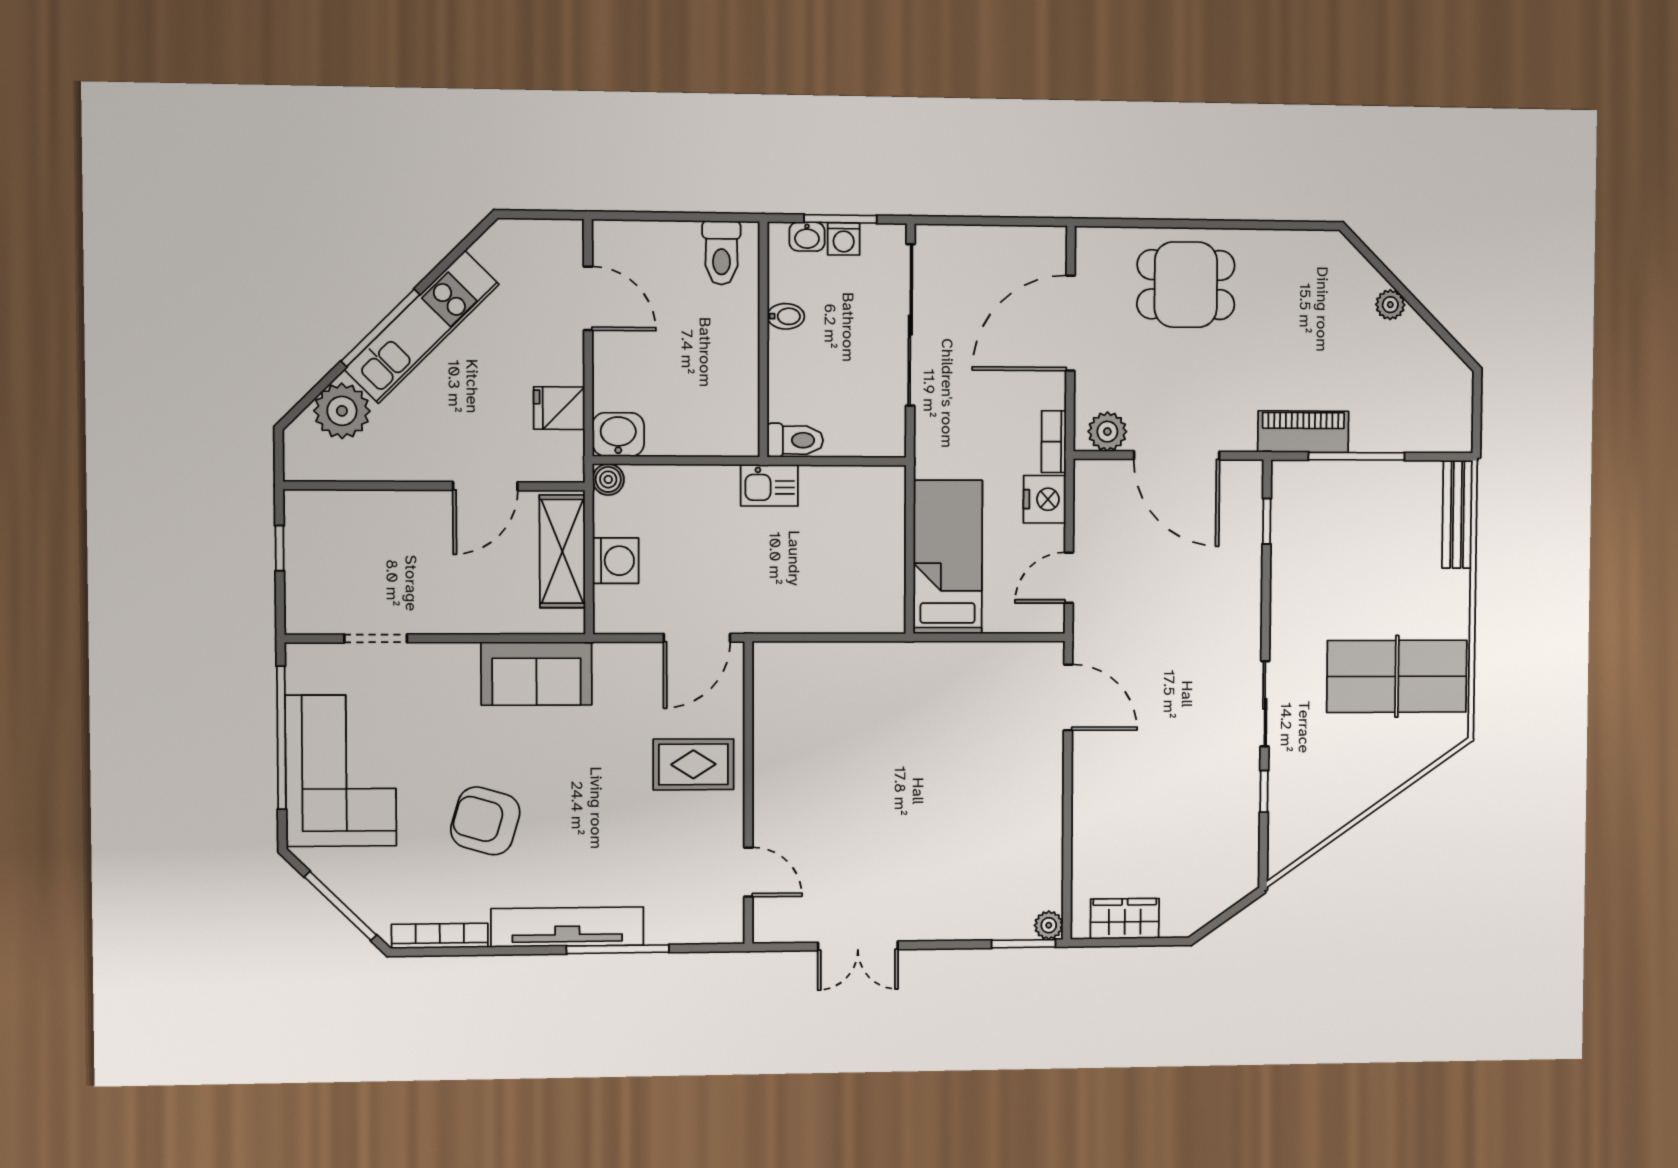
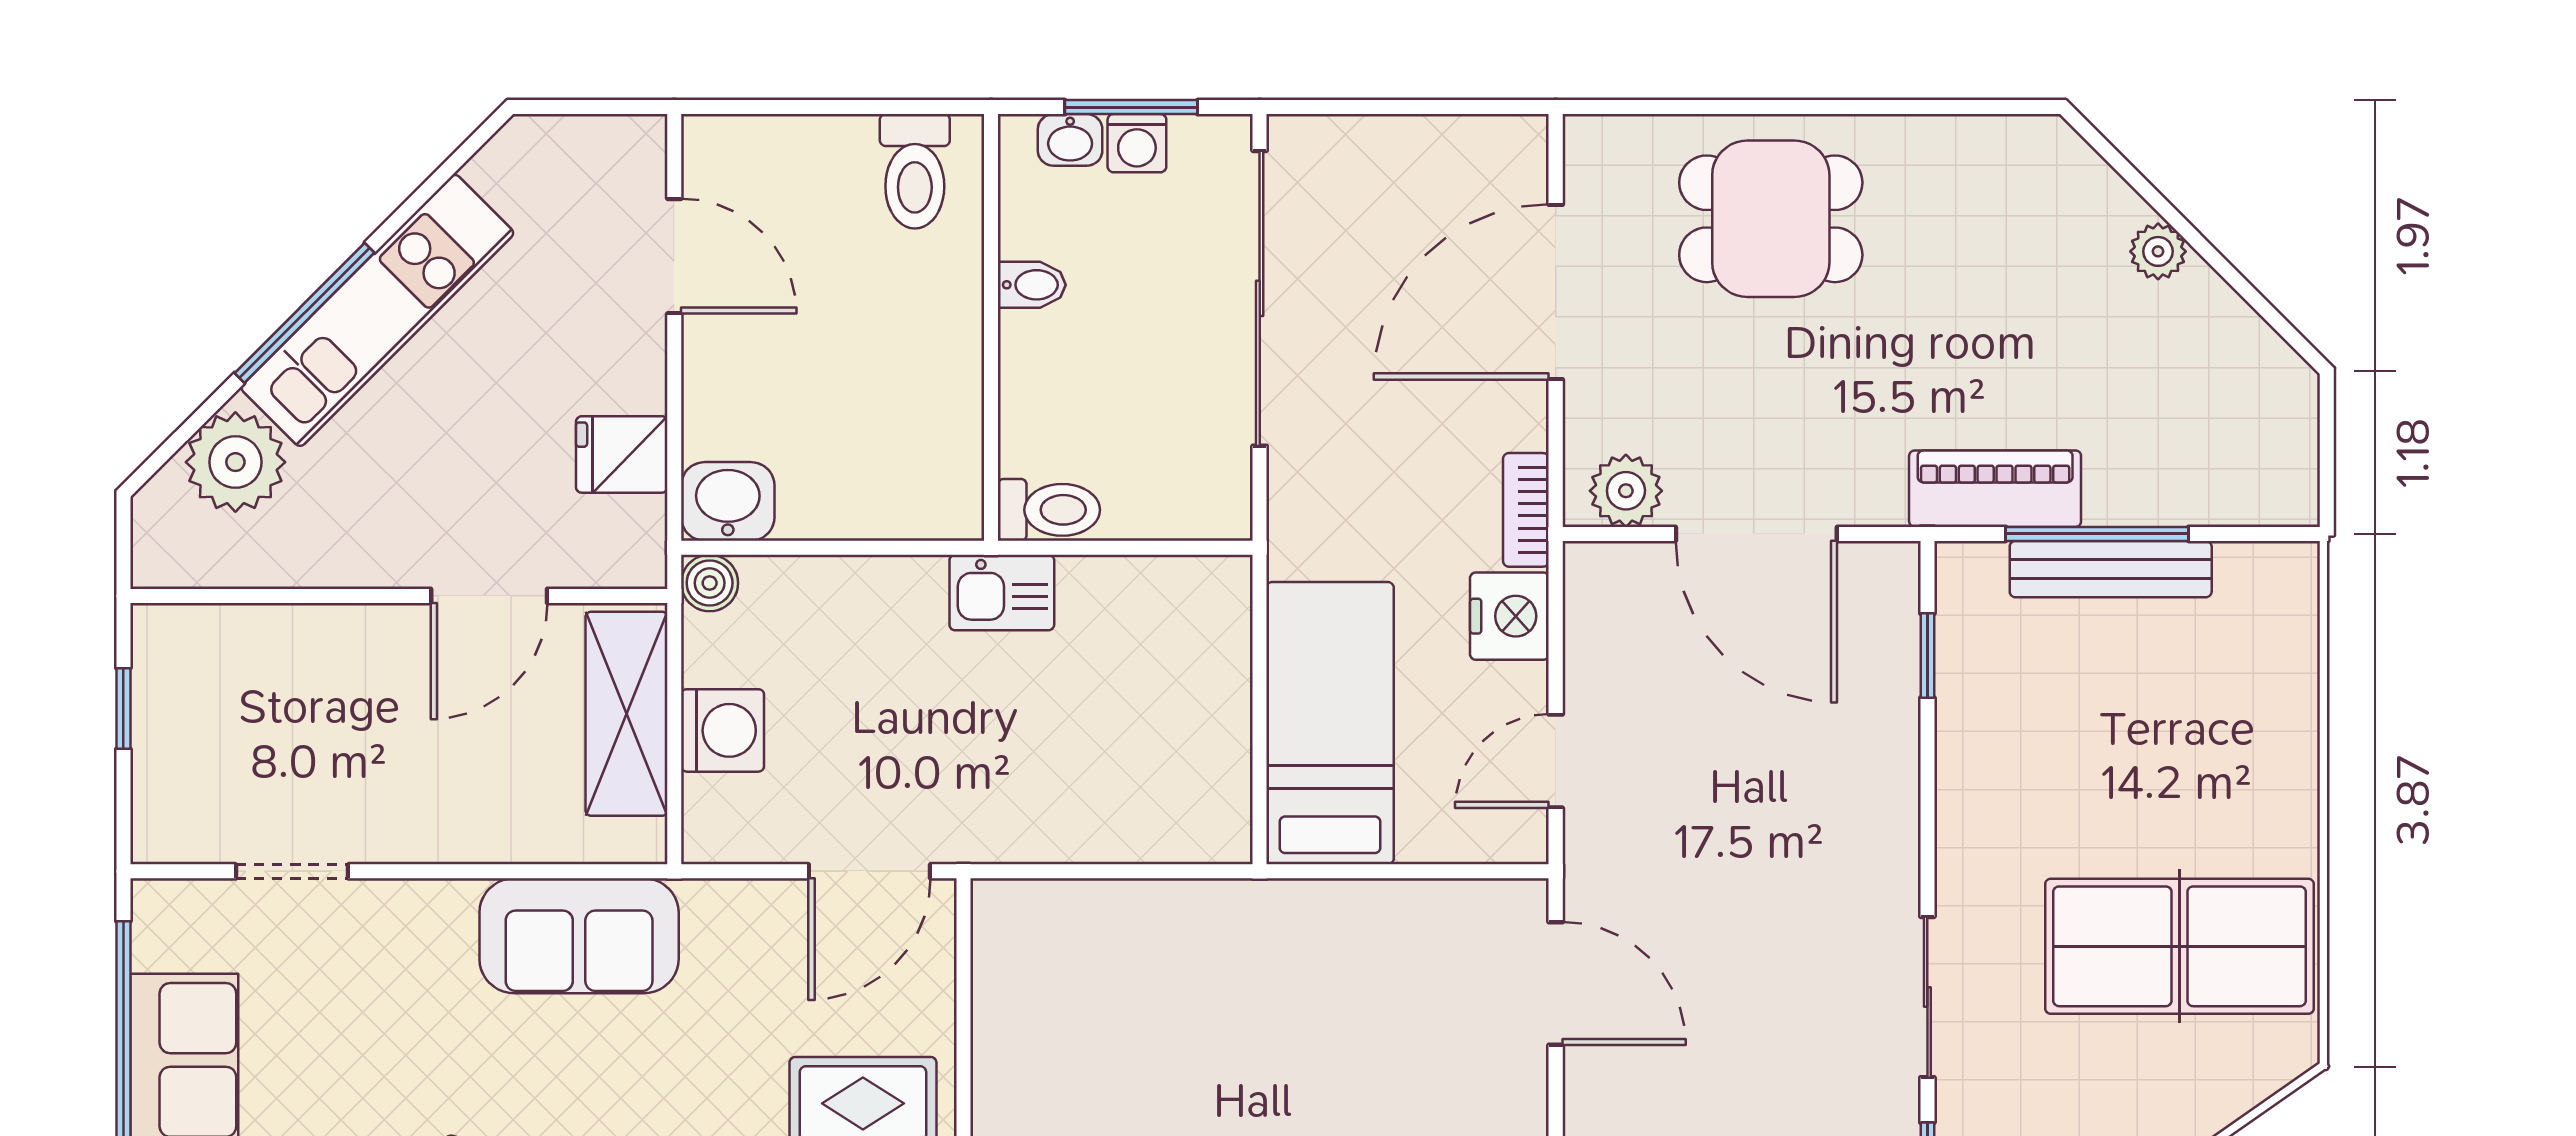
bench: (1457, 514) -> (2111, 569), moved, turned 90

